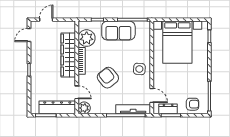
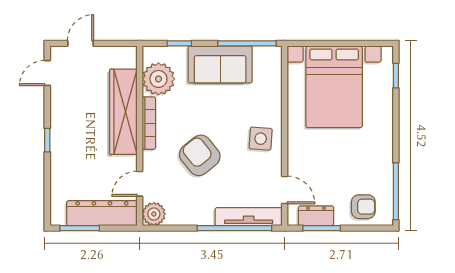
door: (77, 92) -> (140, 184), swing flipped

